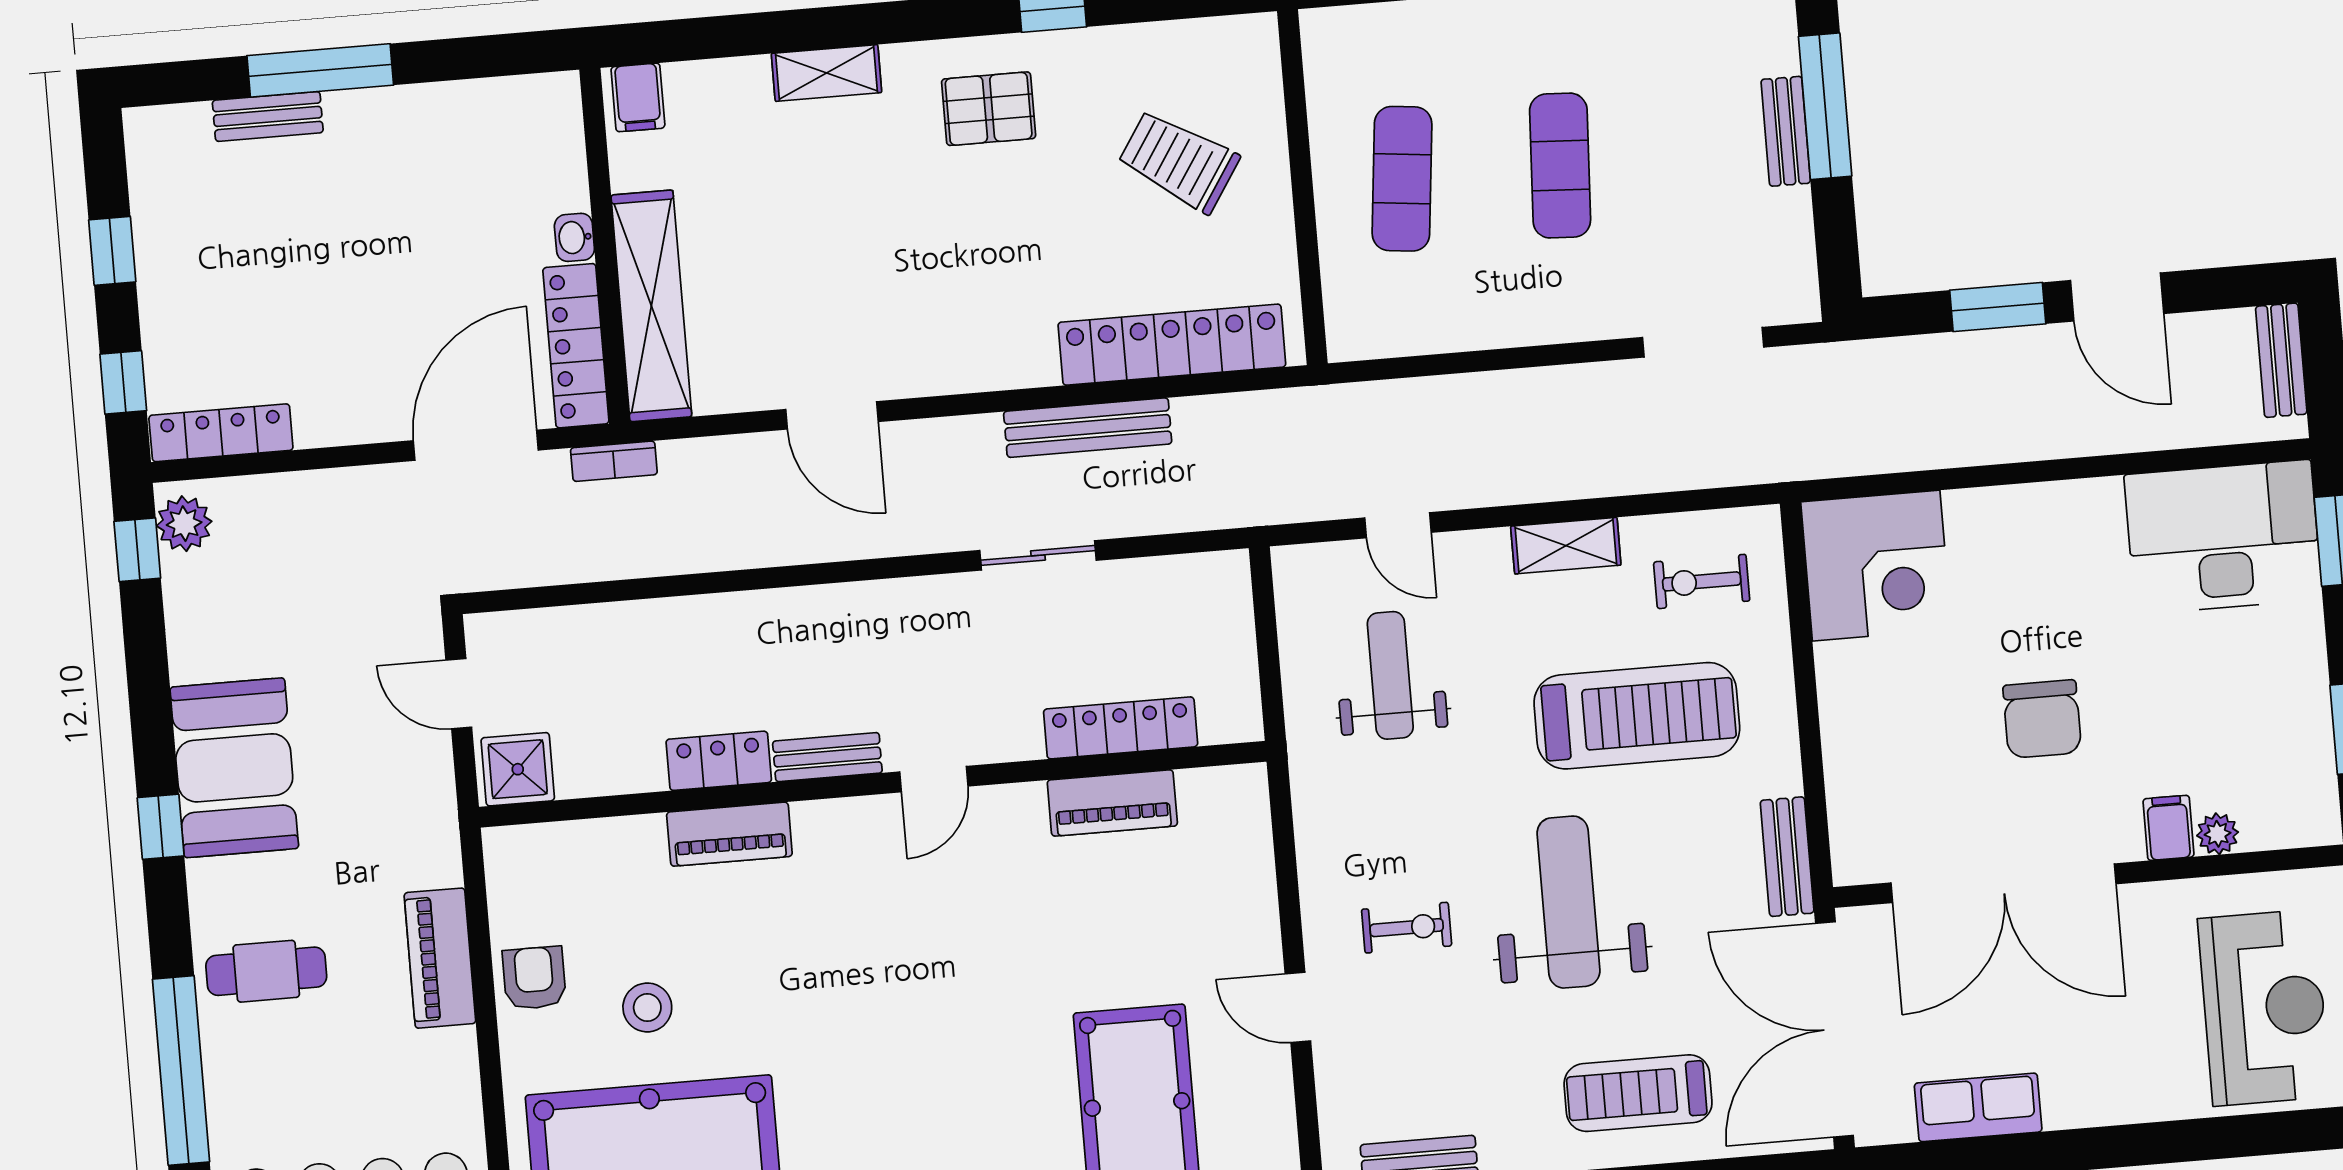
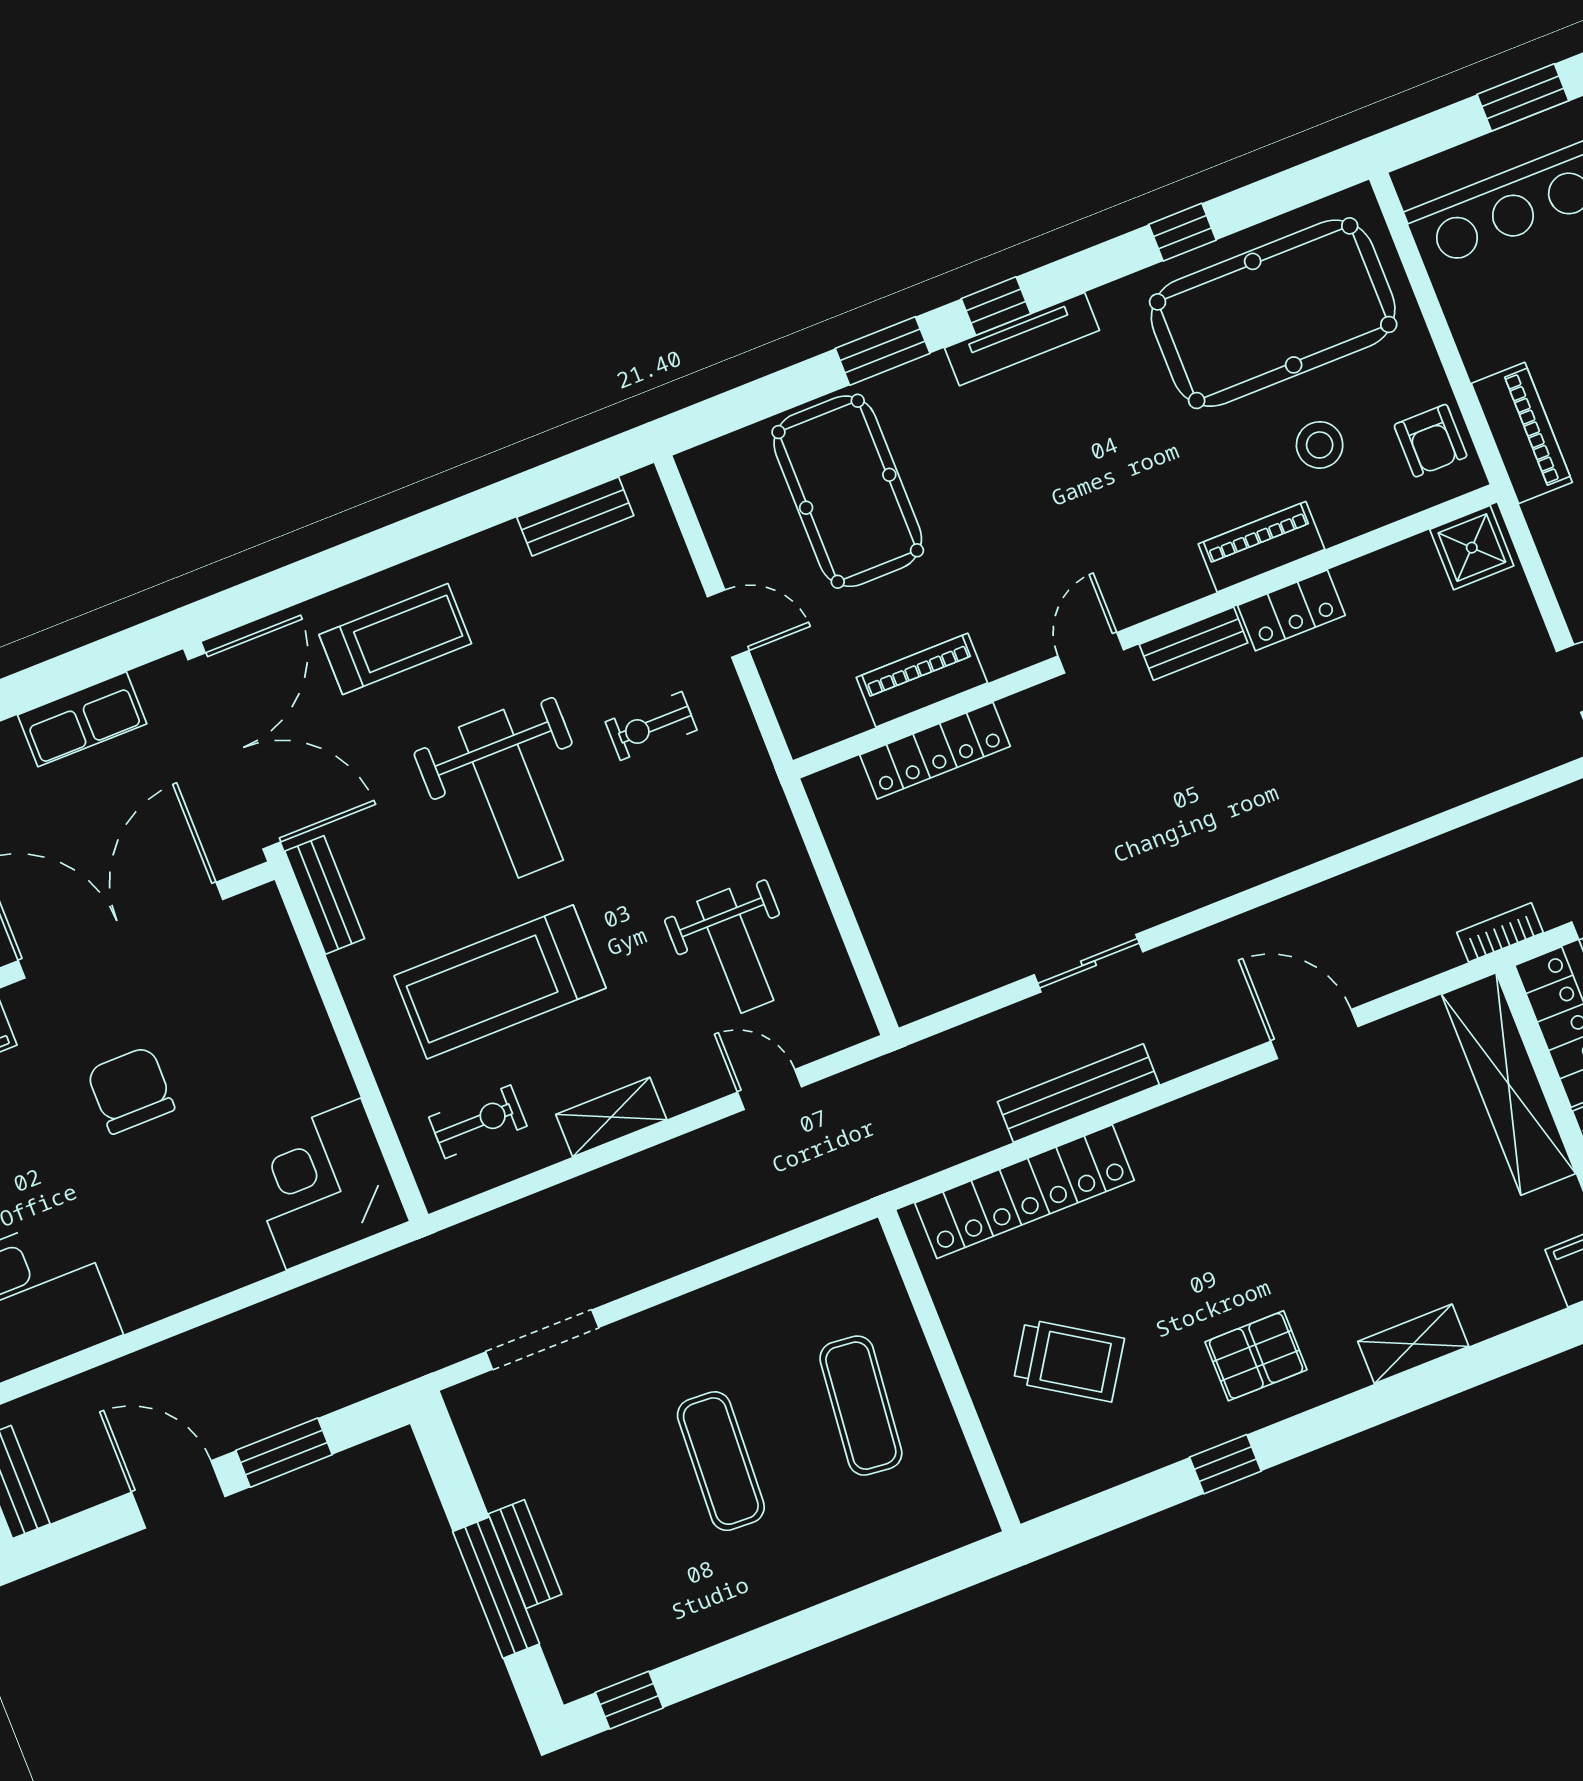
locker: (1121, 728) -> (935, 751), moved
bench: (827, 757) -> (1194, 644), moved
locker: (719, 761) -> (1291, 610), moved
shower: (518, 769) -> (1472, 548), moved
door: (934, 779) -> (1091, 653), moved
wall: (873, 784) -> (1145, 631), moved
piano: (1112, 803) -> (922, 680), moved
piano: (729, 834) -> (1261, 547), moved

